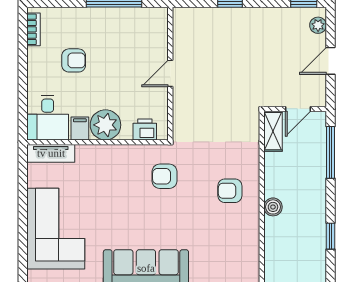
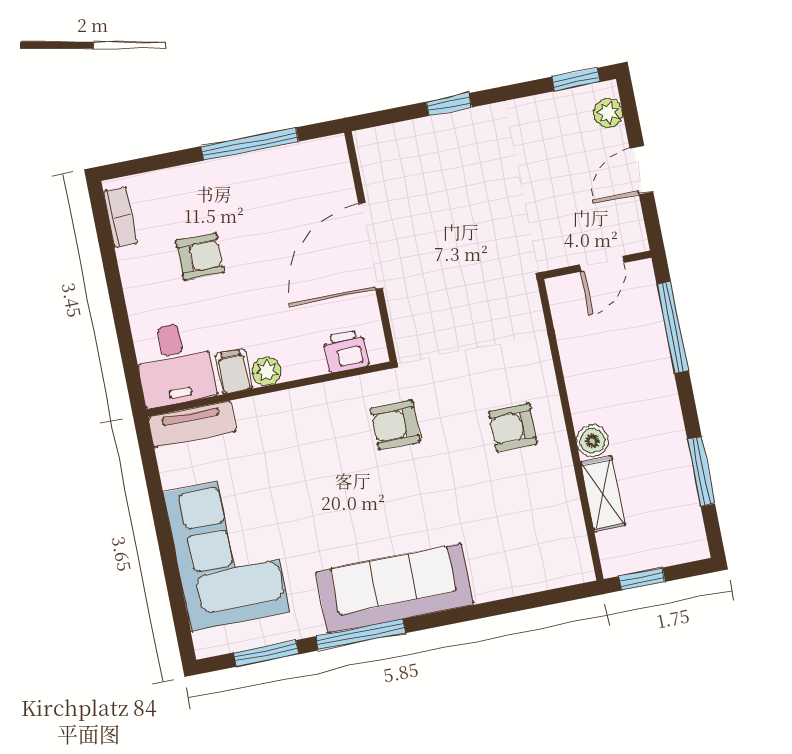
door: (170, 73) -> (370, 246), width x1.87
plant: (105, 125) -> (267, 371), width x0.53, depth x0.53
shelving: (273, 131) -> (603, 494), moved
window: (330, 236) -> (701, 471), width x1.50

